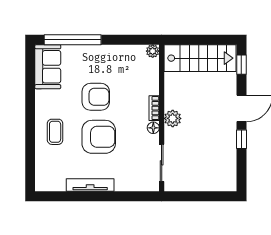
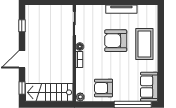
armchair: (96, 97) -> (104, 88), moved
plant: (173, 118) -> (67, 53), removed
coffee table: (55, 132) -> (144, 44), width x1.86, depth x1.72
window: (241, 139) -> (22, 26), moved

